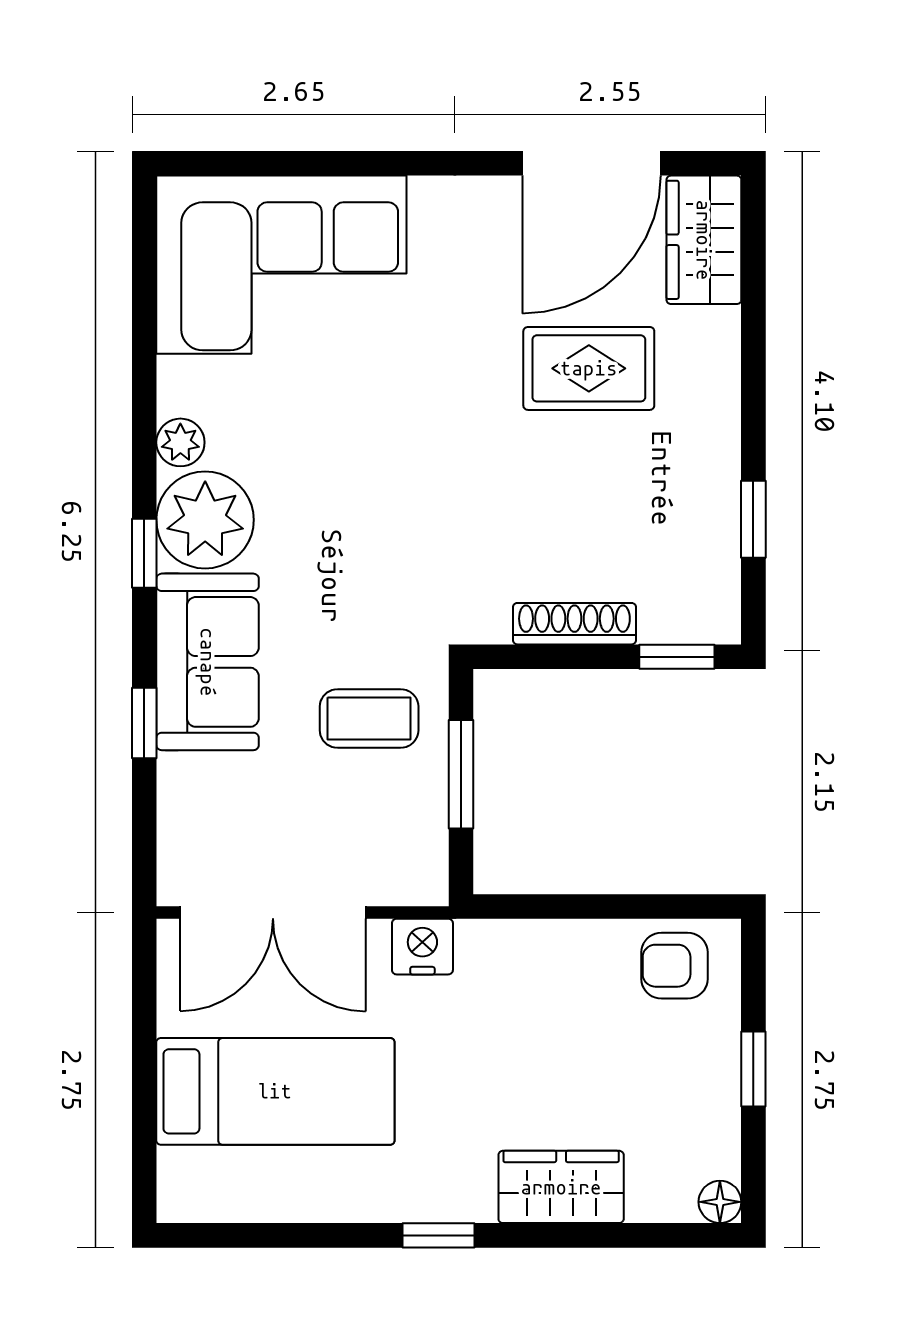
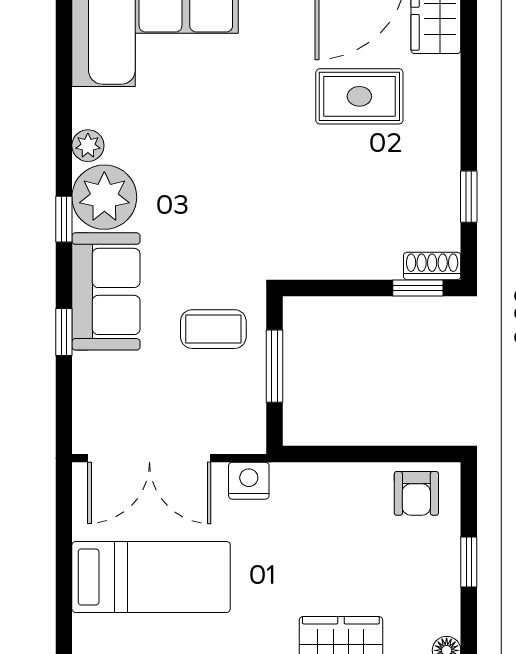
shoe rack: (574, 624) -> (432, 266), moved, width x0.70
armchair: (675, 966) -> (416, 493), turned -90

